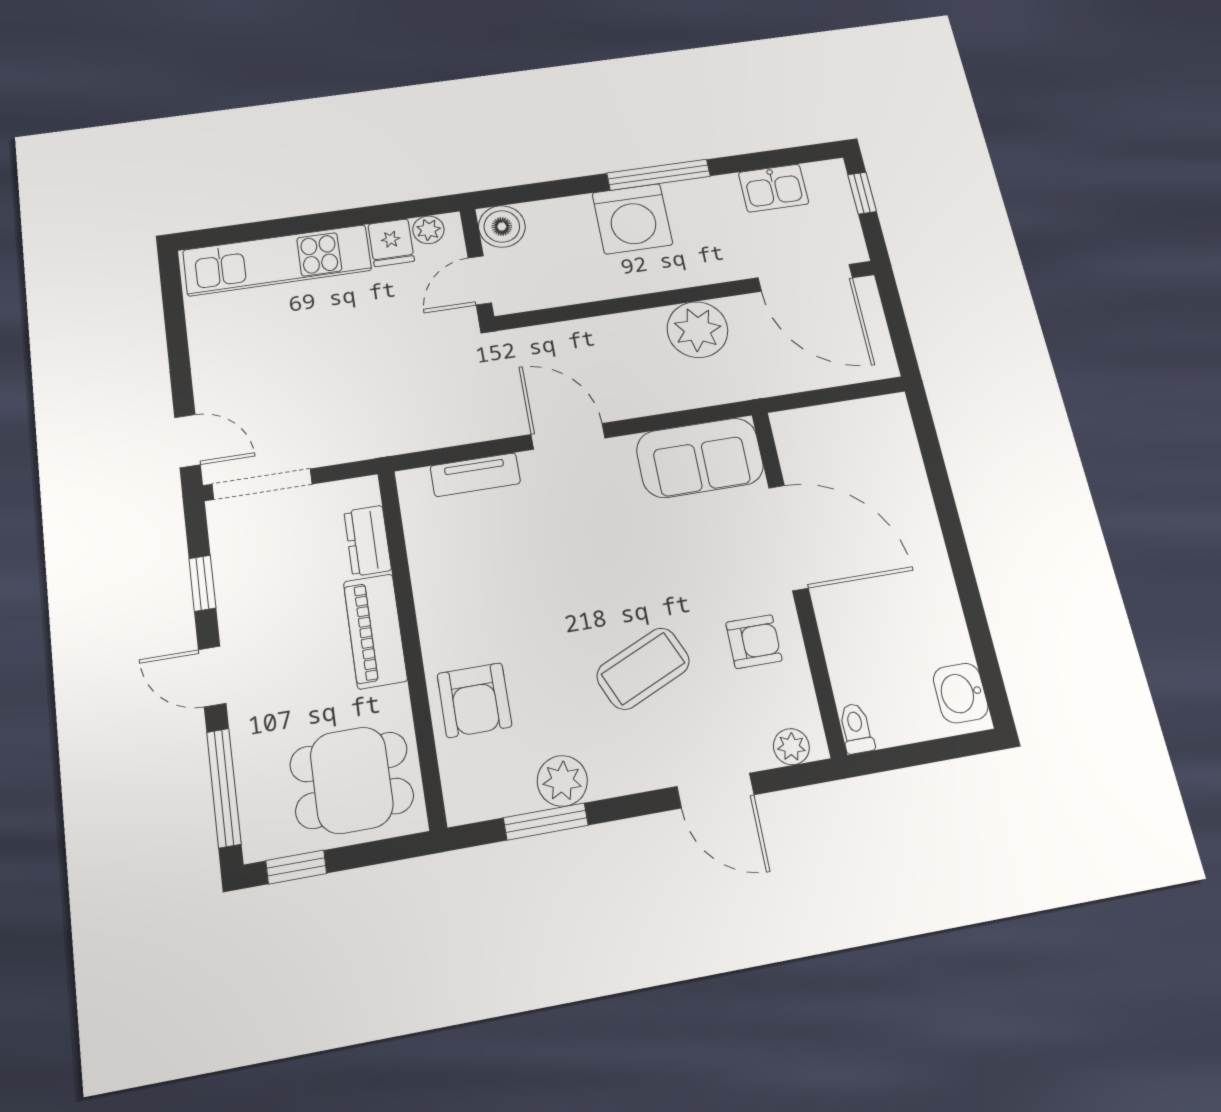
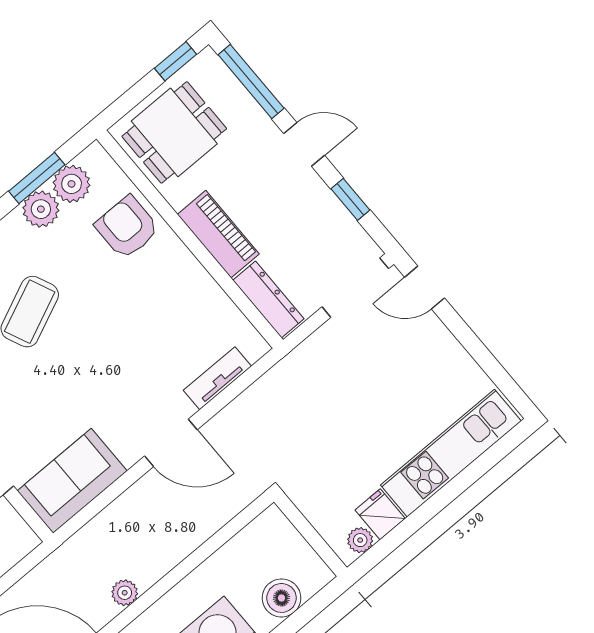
boiler: (502, 227) -> (281, 598), moved
door: (480, 280) -> (300, 523), removed
plant: (697, 330) -> (125, 593), width x0.53, depth x0.53
dresser: (368, 541) -> (268, 300), width x1.44
plant: (509, 790) -> (72, 184), added

